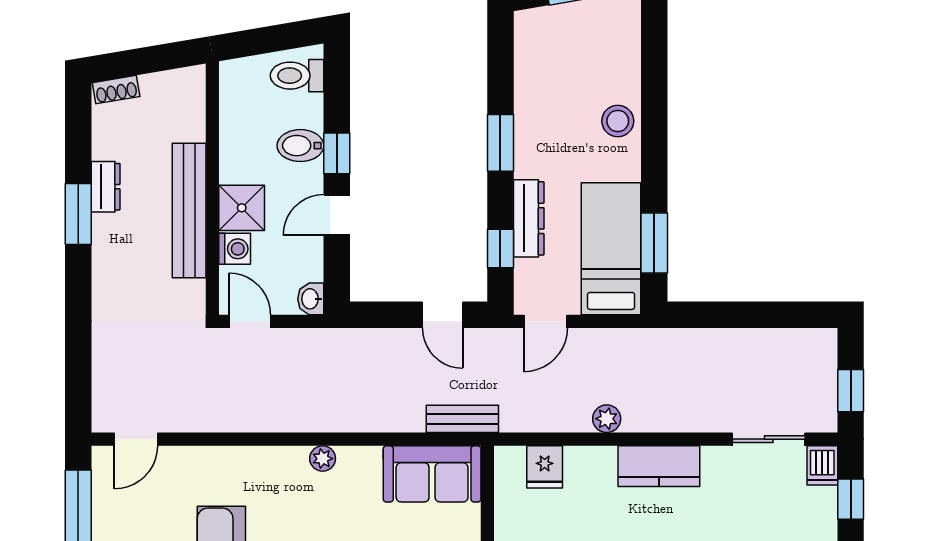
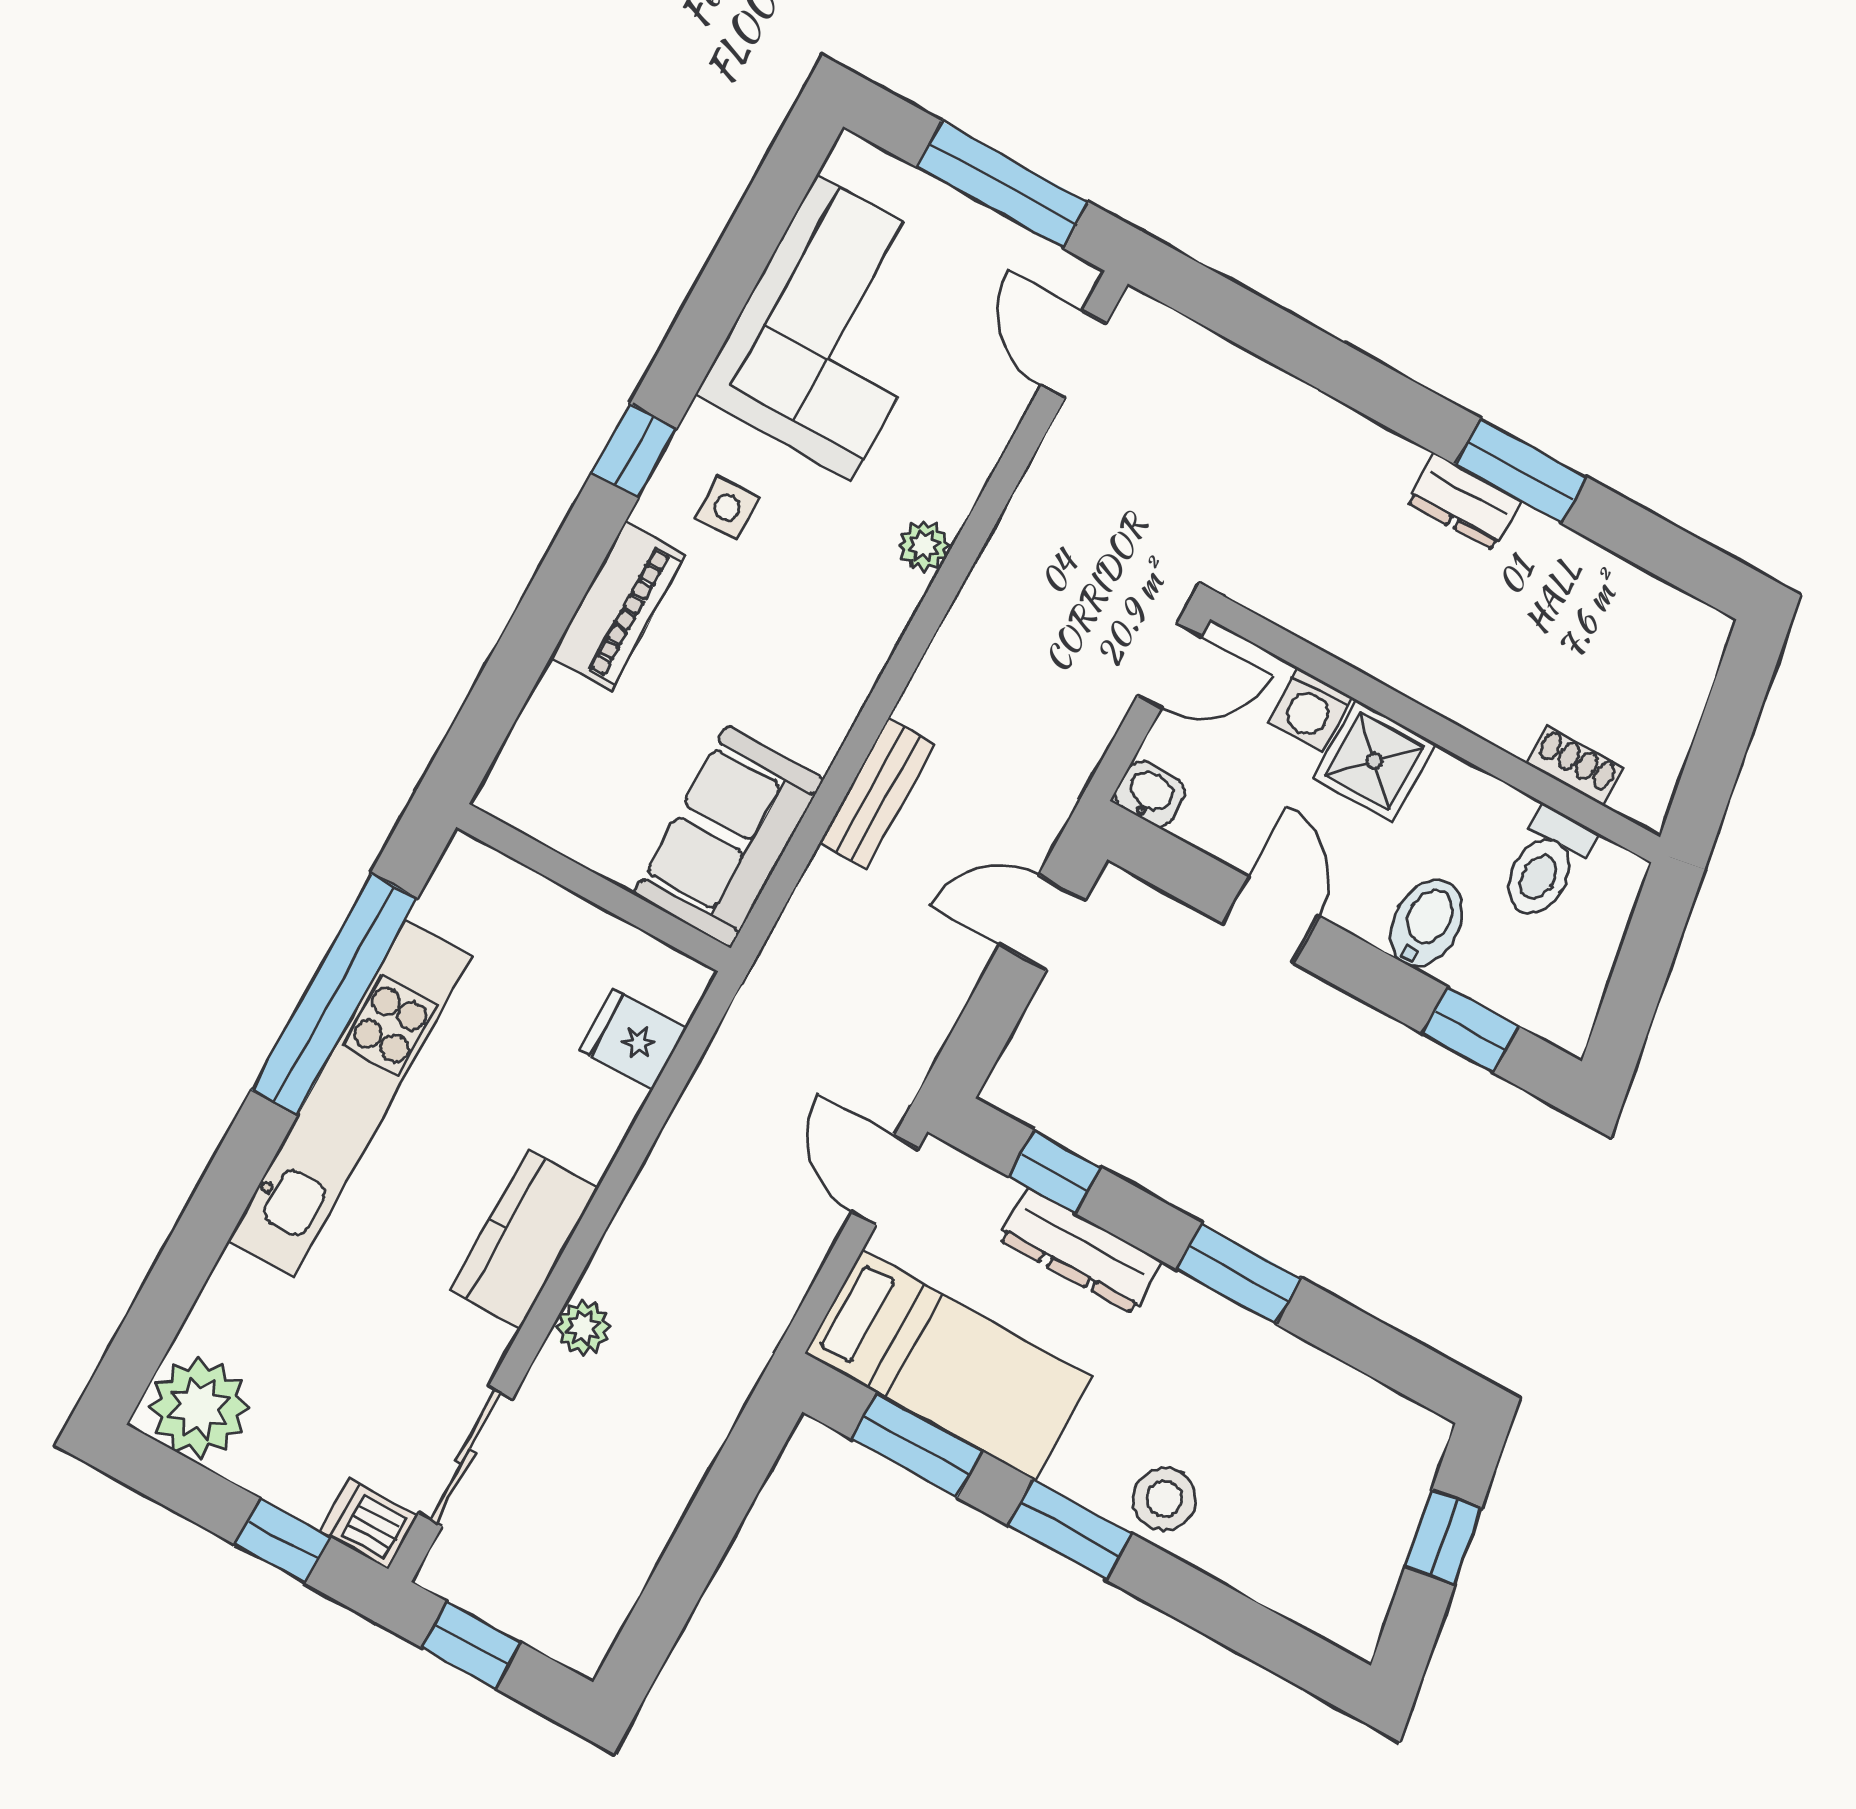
toilet: (297, 76) -> (1545, 864), moved, turned 180
shoe rack: (116, 90) -> (1575, 766), moved, turned 100
window: (337, 153) -> (1471, 1030), moved
window: (654, 155) -> (1070, 1530), added
dresser: (106, 187) -> (1464, 502), moved
bench: (189, 211) -> (1420, 667), removed
door: (443, 315) -> (1042, 922), moved
bench: (462, 419) -> (877, 793), moved
plant: (607, 419) -> (583, 1327), moved
plant: (323, 459) -> (924, 546), moved

